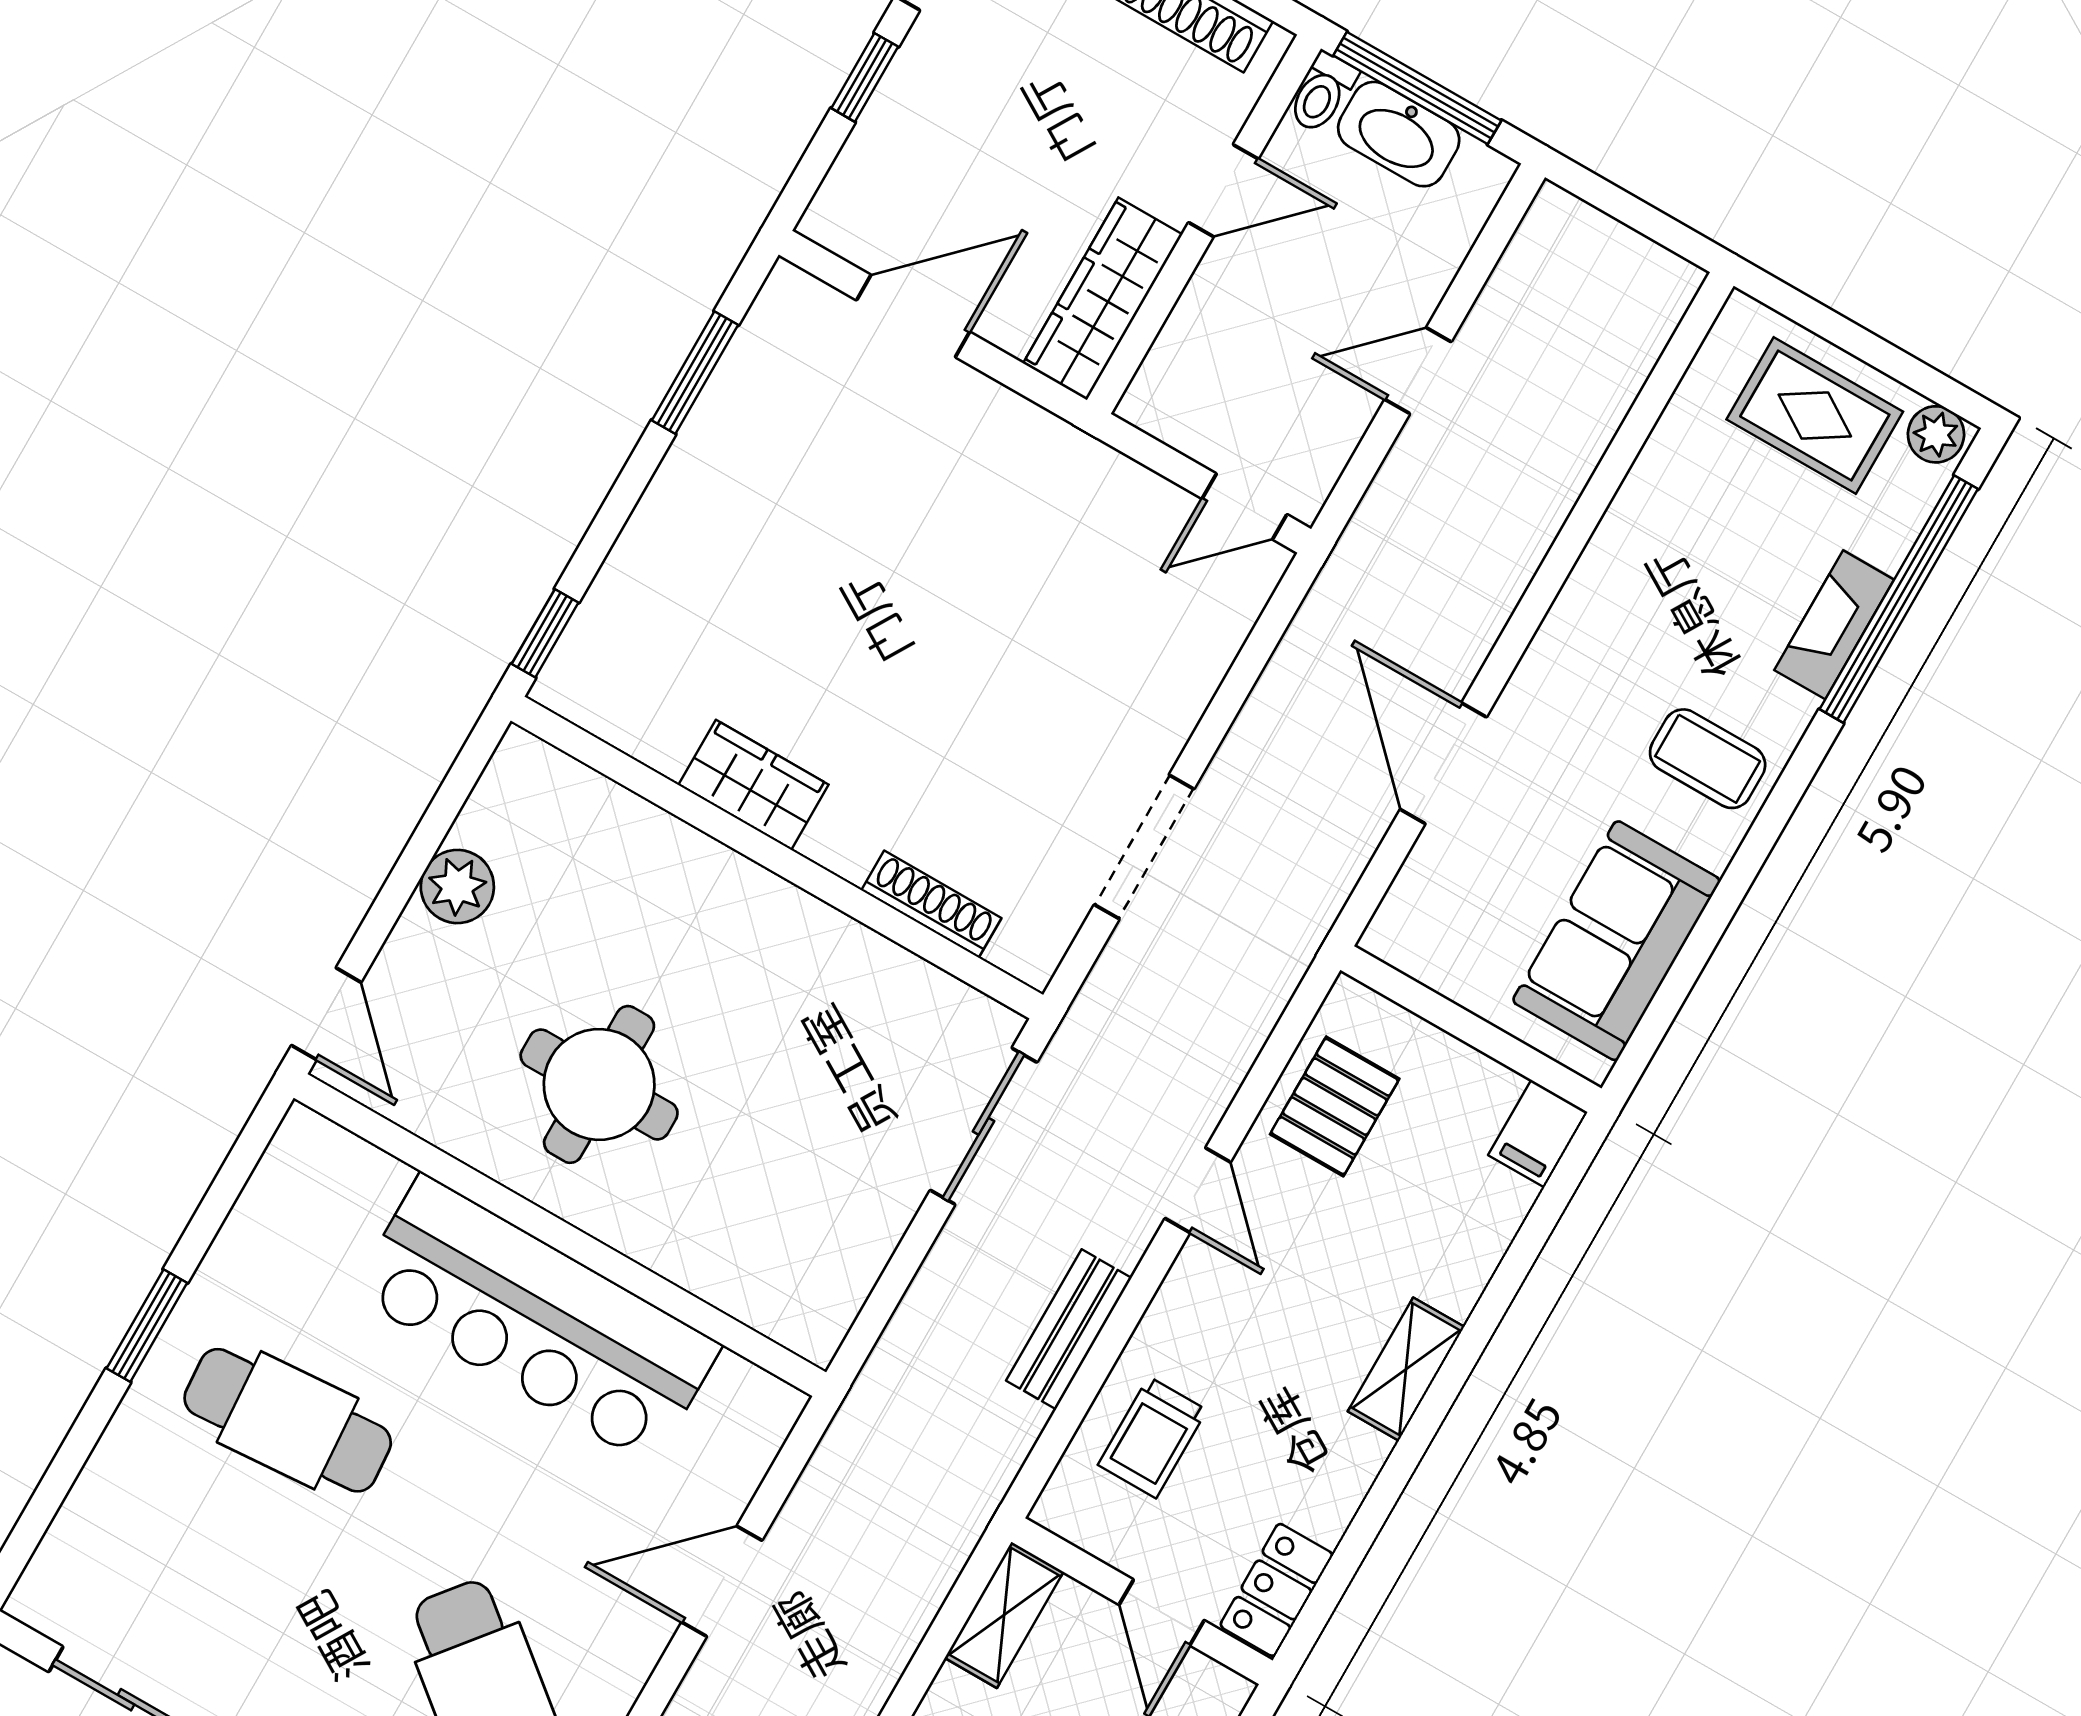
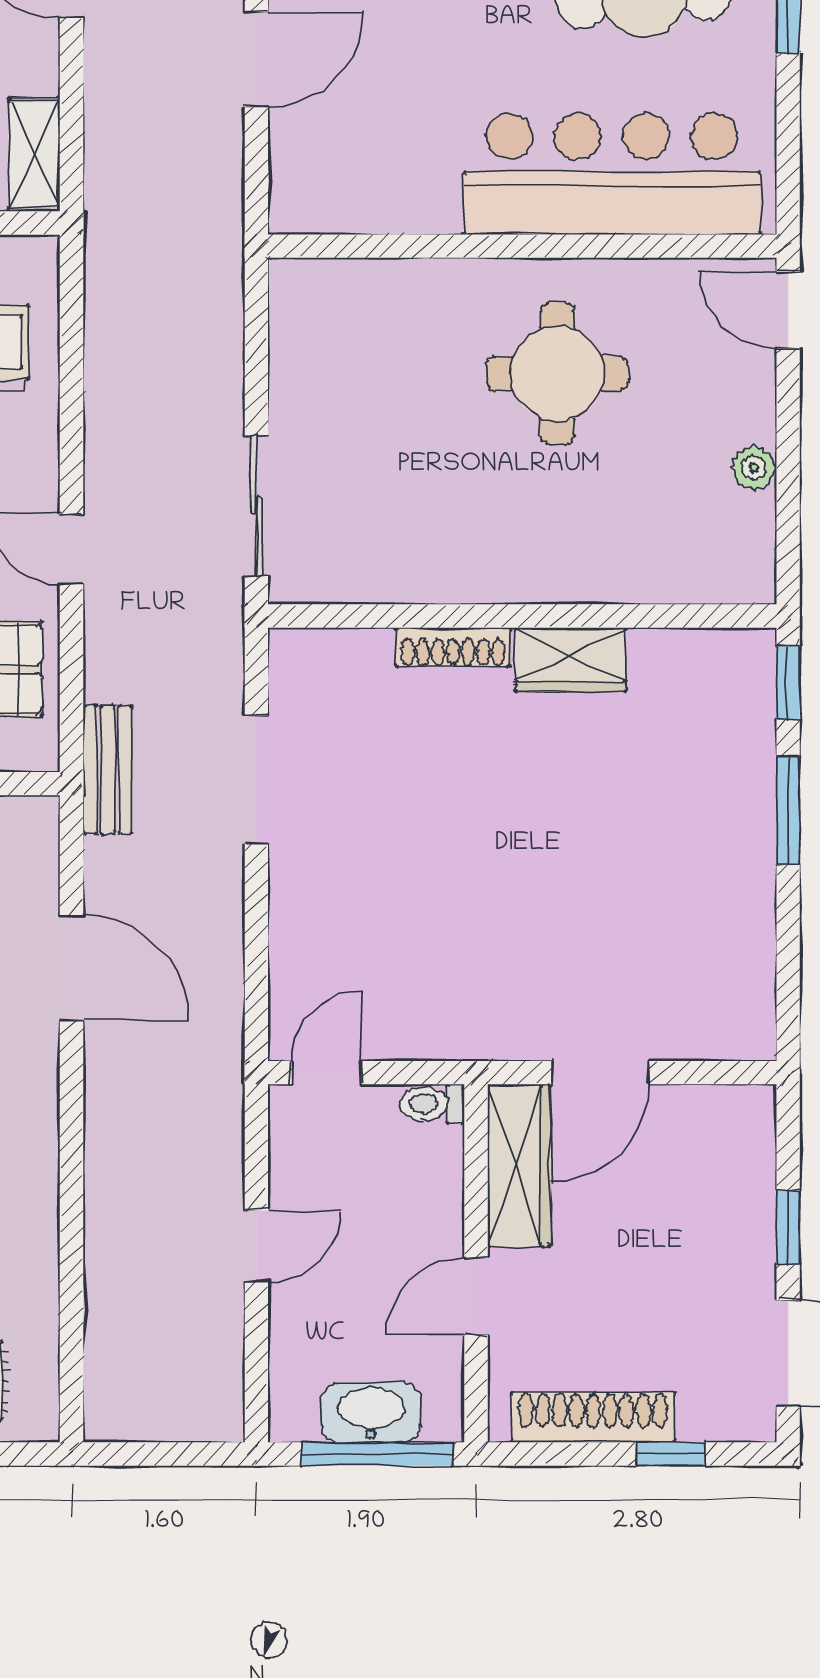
toilet: (1322, 93) -> (432, 1104), moved, turned -90
door: (913, 316) -> (600, 1073), moved
window: (695, 373) -> (788, 811), moved
plant: (457, 886) -> (754, 468), width x0.73, depth x0.73
shoe rack: (931, 904) -> (453, 647), moved
bar counter: (536, 1320) -> (612, 174), moved
bench: (1069, 1329) -> (108, 770), moved

